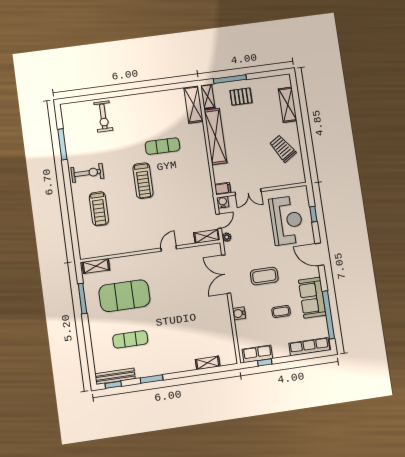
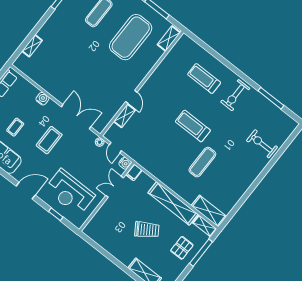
trolley: (283, 148) -> (147, 230), moved
shelving: (207, 236) -> (125, 116), moved

